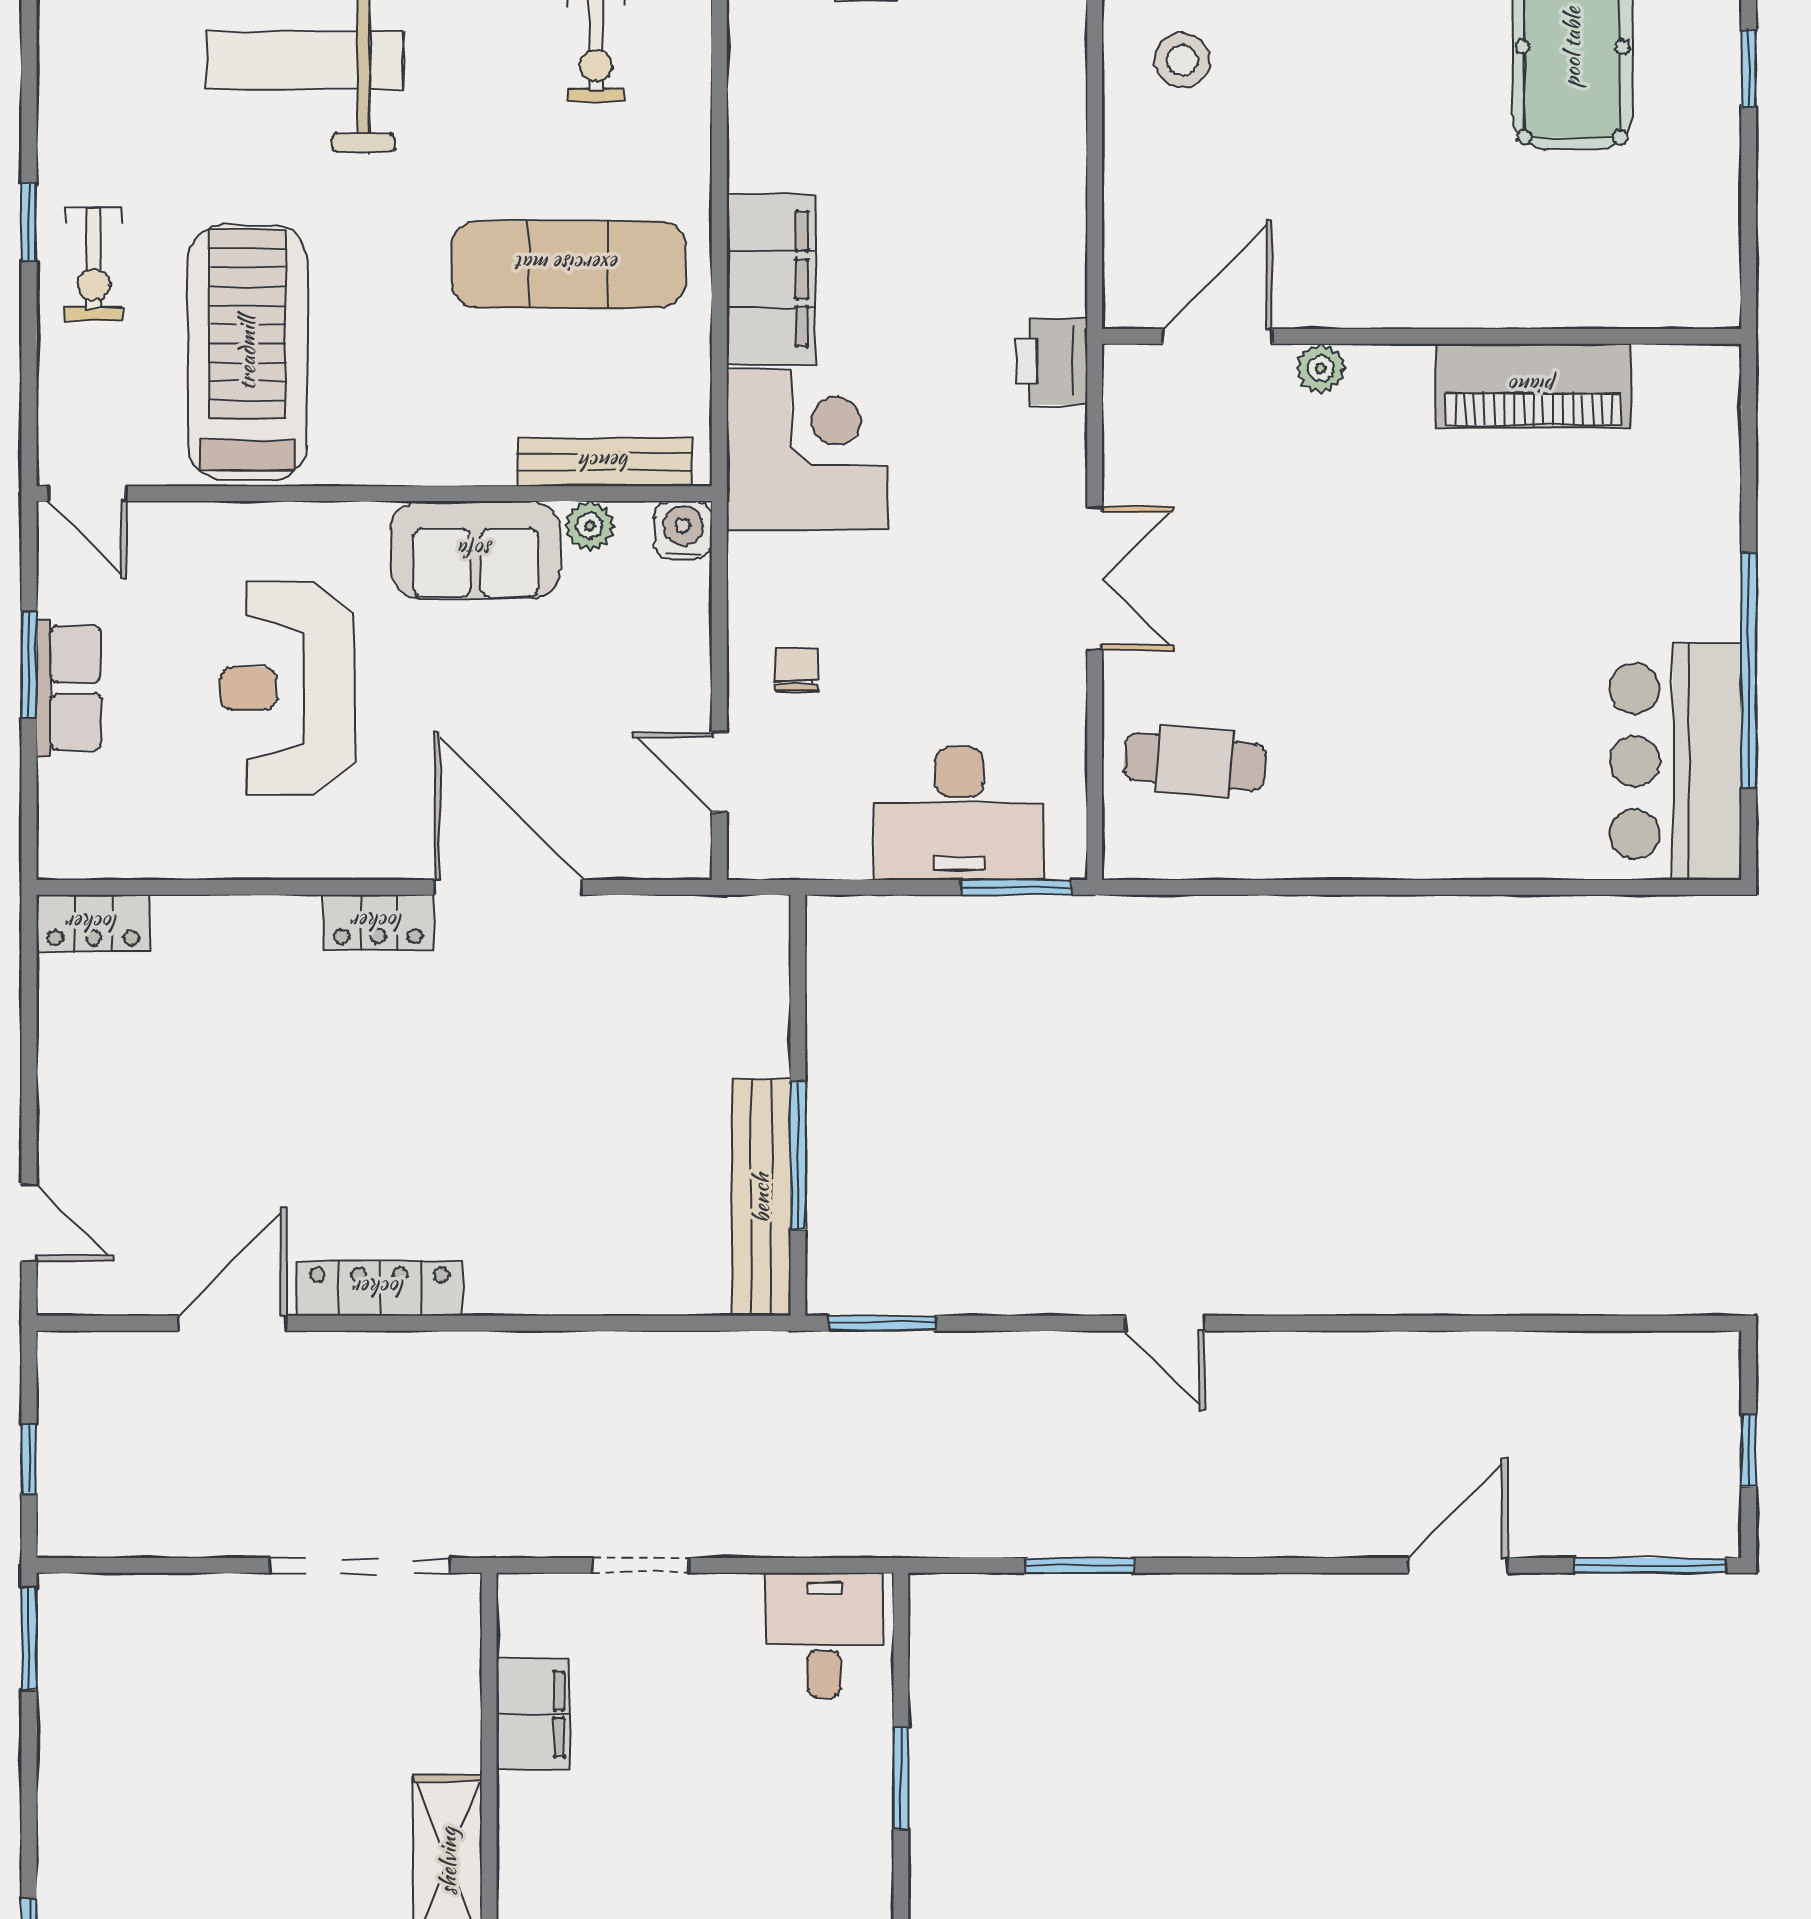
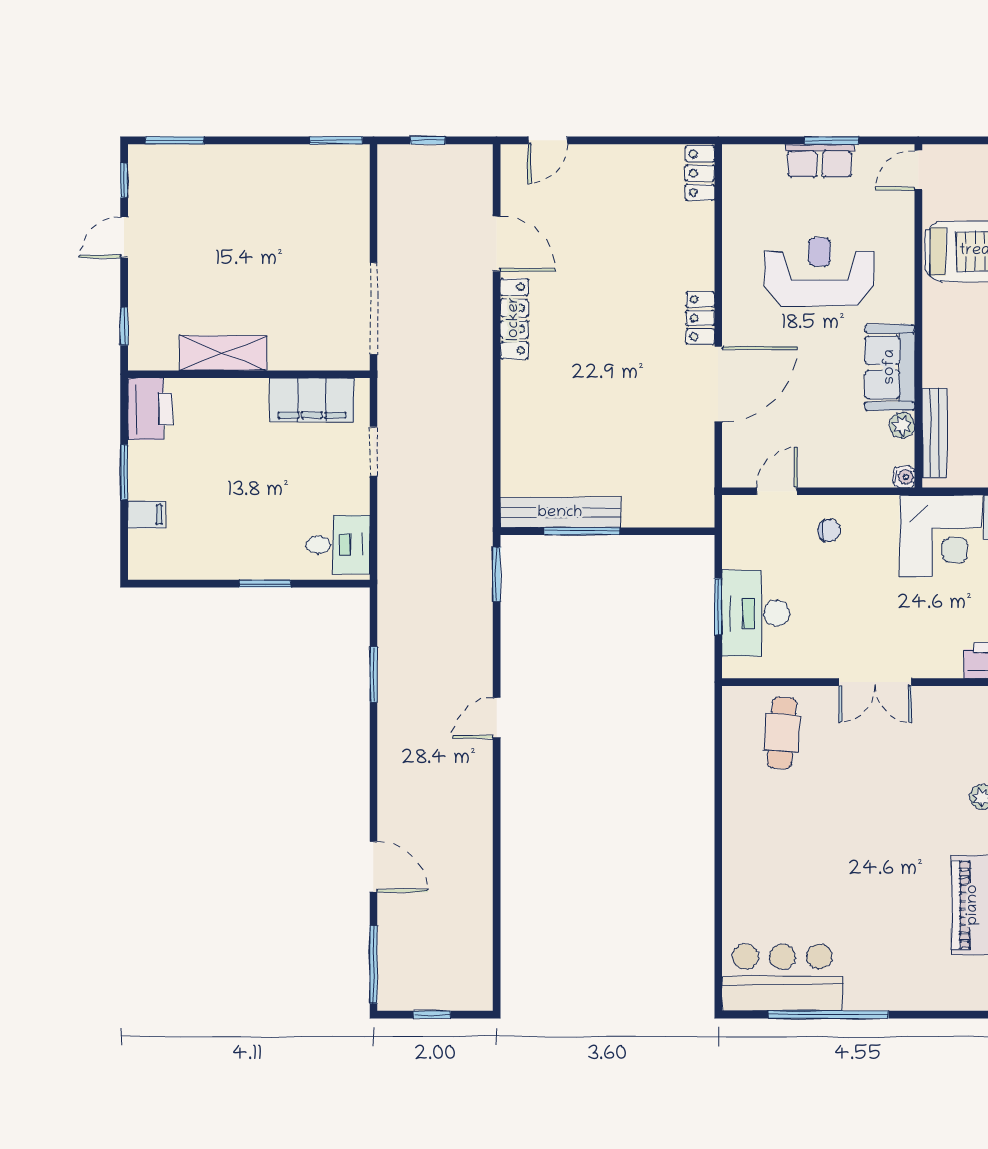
water cooler: (683, 530) -> (904, 477), width x0.72, depth x0.72
window: (1017, 887) -> (718, 607), moved
filing cabinet: (533, 1714) -> (312, 400), width x1.50, depth x1.17

